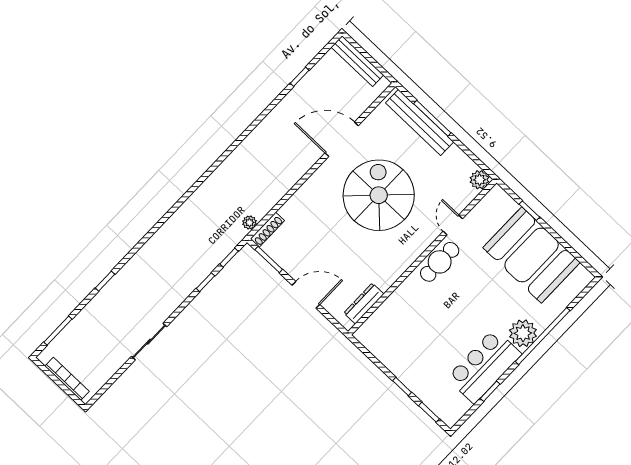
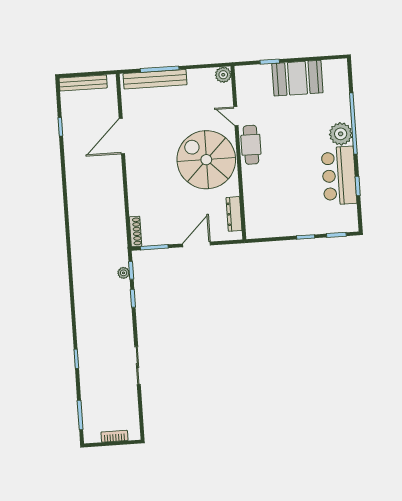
spiral stairs: (379, 195) -> (206, 160), moved
plant: (249, 223) -> (124, 273), moved
booth: (532, 255) -> (297, 78), width x0.73, depth x0.70
bookcase: (67, 379) -> (114, 436), width x0.64

